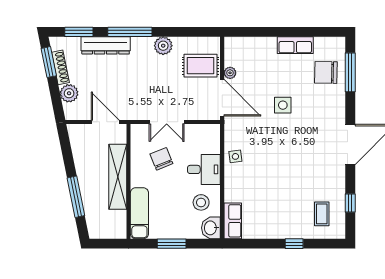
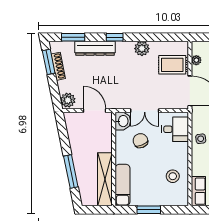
window: (130, 32) -> (115, 37), width x0.46
plant: (230, 73) -> (196, 60), moved
plant: (69, 93) -> (68, 100), moved
desk: (204, 169) -> (175, 129), moved
shelving: (118, 177) -> (105, 179), moved
washbasin: (211, 228) -> (123, 121), moved, turned 180

